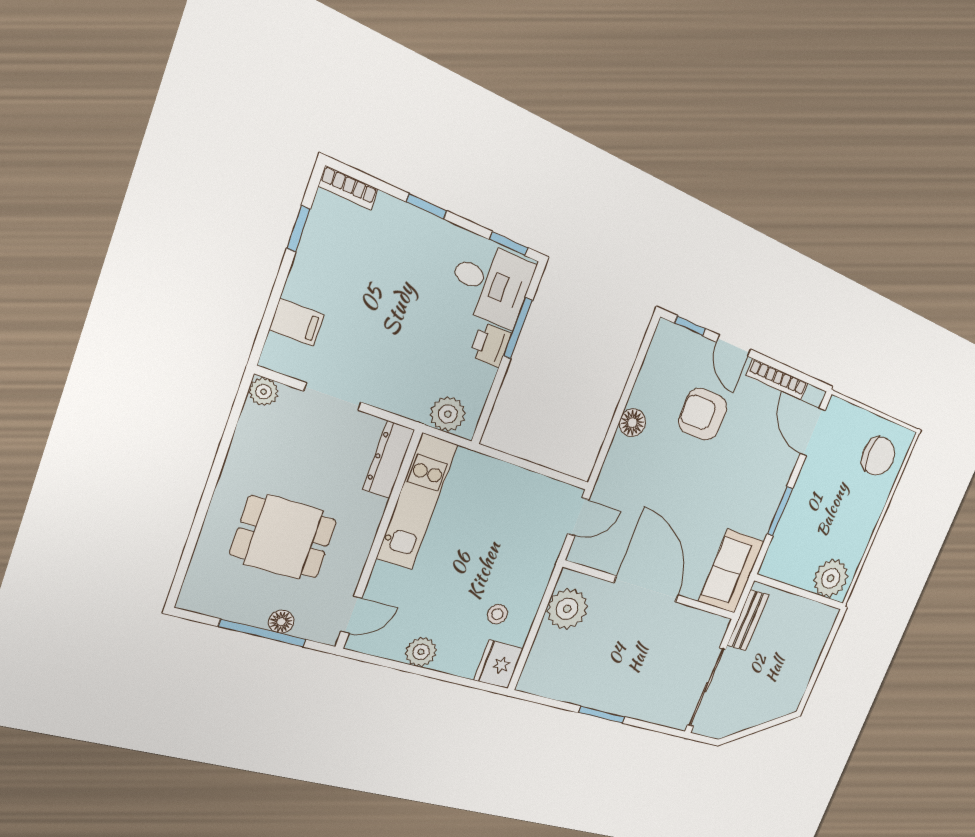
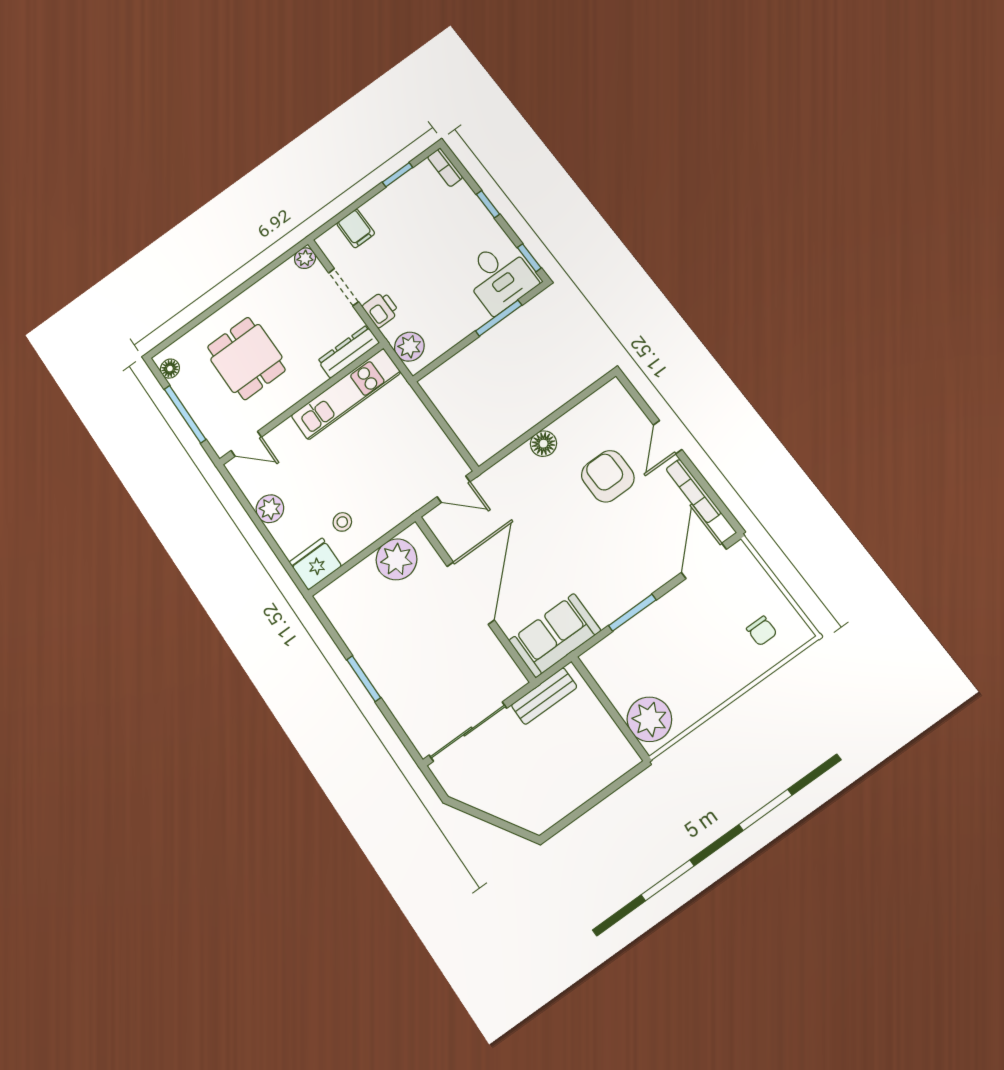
window: (690, 326) -> (637, 398), removed
printer: (490, 345) -> (381, 309), moved, turned 90
chair: (878, 456) -> (762, 631), width x0.54, depth x0.54
floor lamp: (281, 622) -> (170, 369), moved

